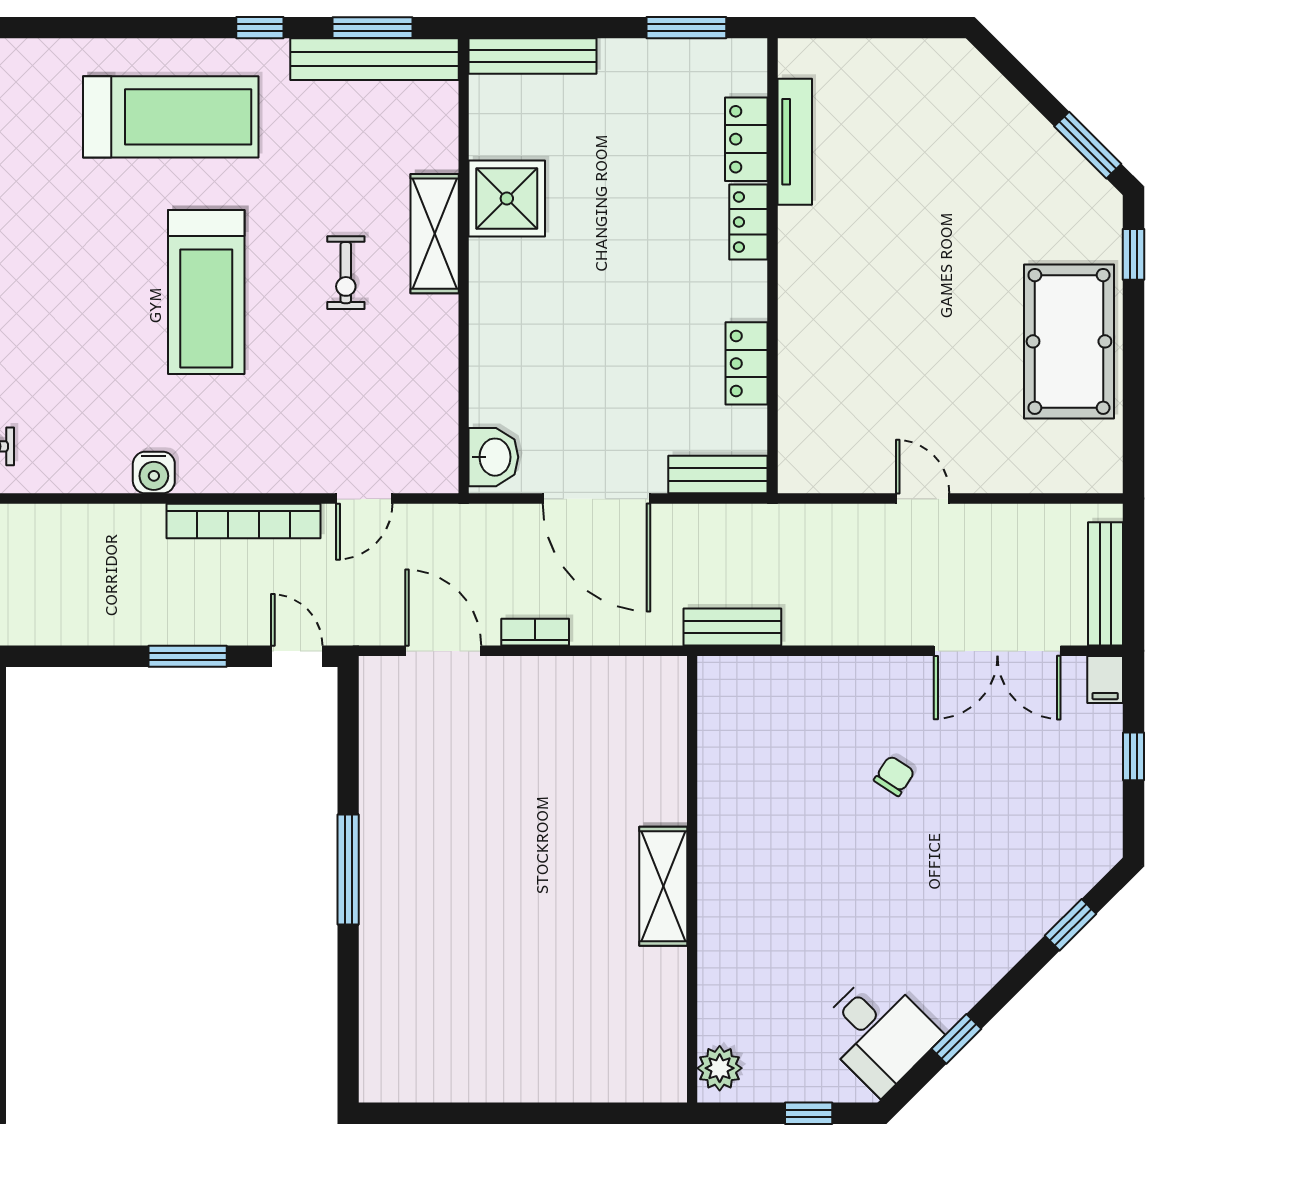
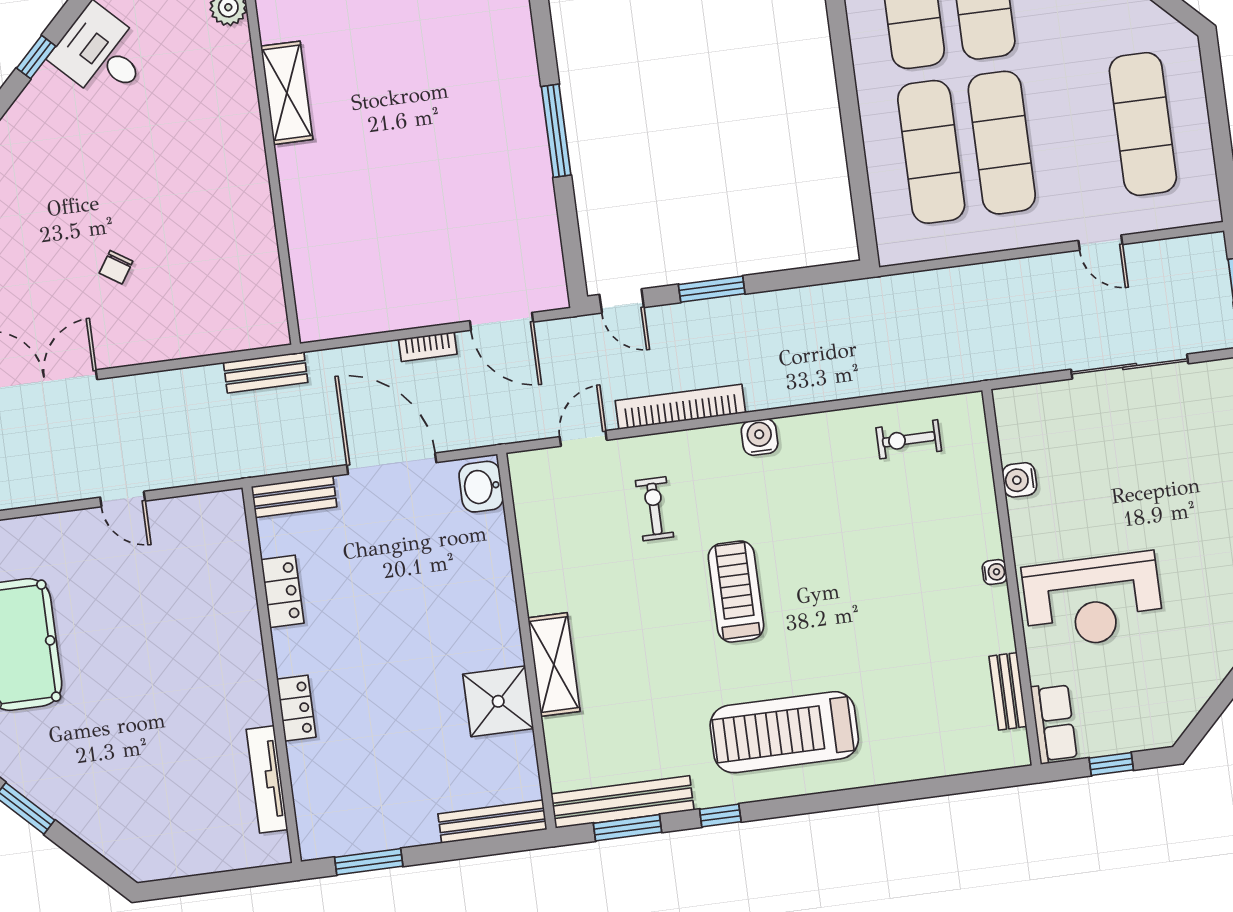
locker: (746, 139) -> (307, 776), removed
exercise bike: (346, 273) -> (655, 509), moved
treadmill: (206, 292) -> (736, 592), width x0.73, depth x0.73
shelving: (663, 886) -> (287, 93), moved

